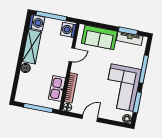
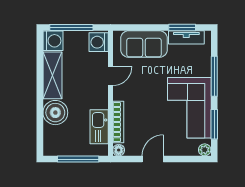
boiler: (25, 68) -> (55, 113), width x1.86, depth x1.86

